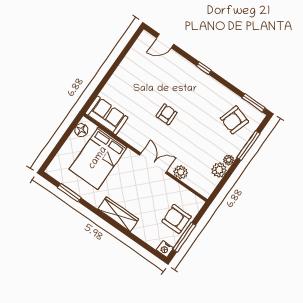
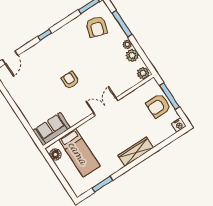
bed: (98, 158) -> (79, 153), width x0.67
plant: (181, 172) -> (143, 73), moved
window: (184, 237) -> (169, 96), moved

